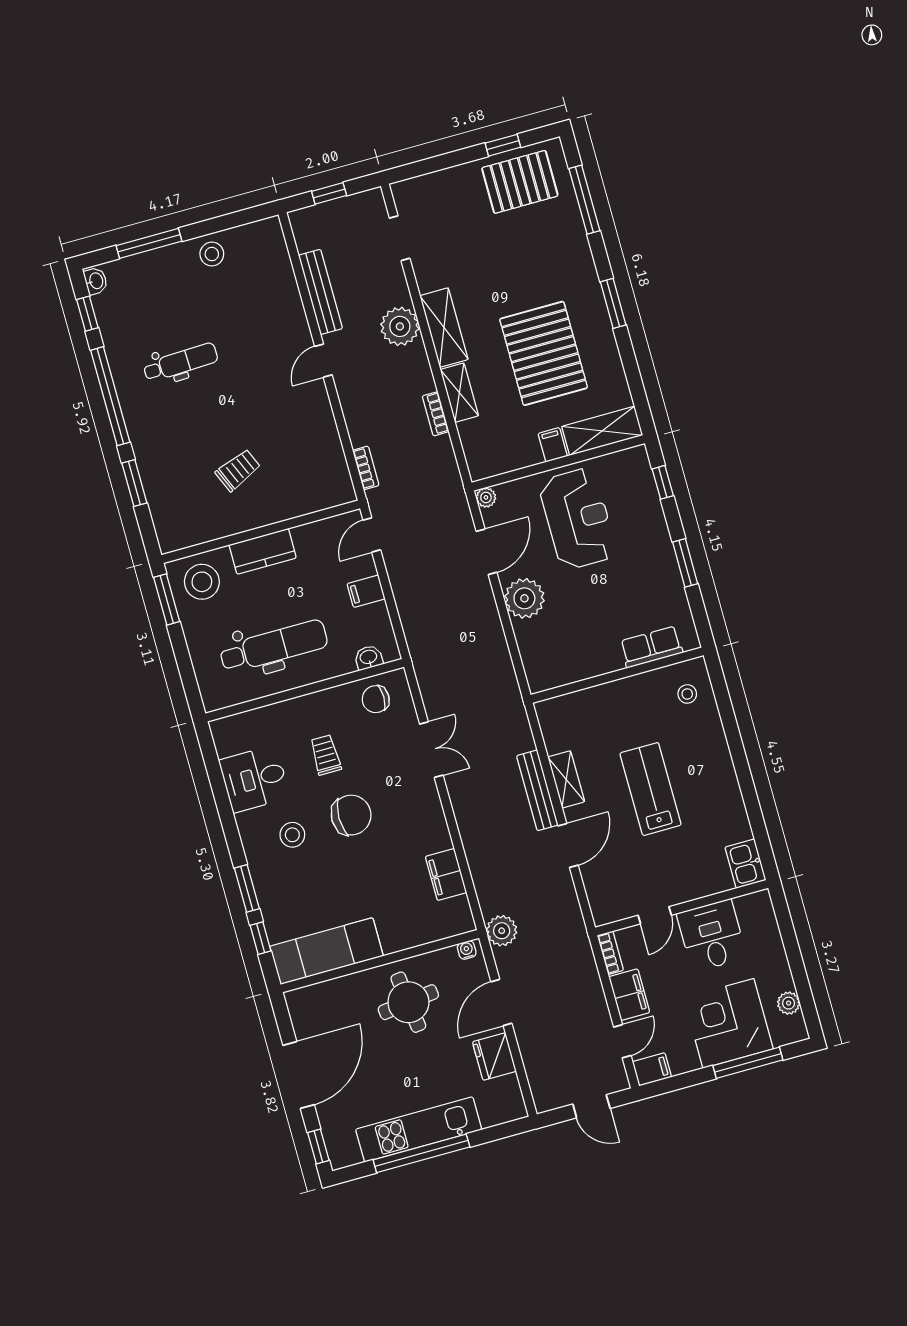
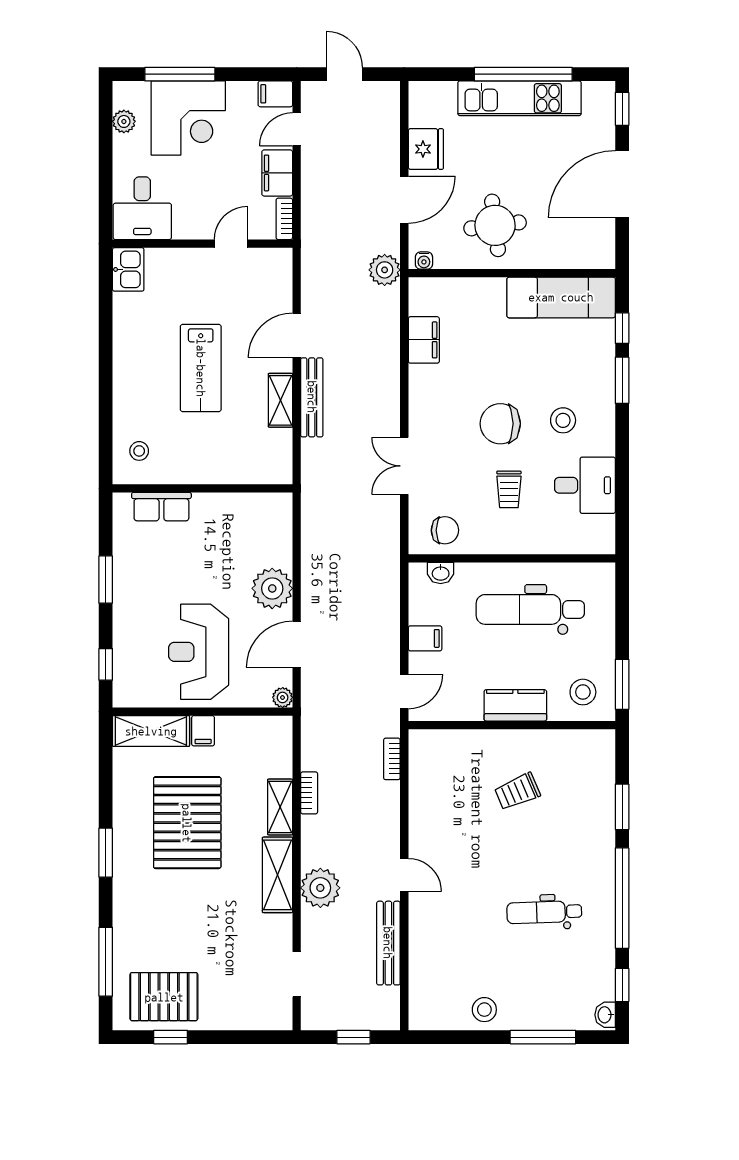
door: (323, 361) -> (404, 875), hinge flipped
stool: (202, 582) -> (583, 692), width x0.73, depth x0.73
desk: (712, 936) -> (142, 208), moved

